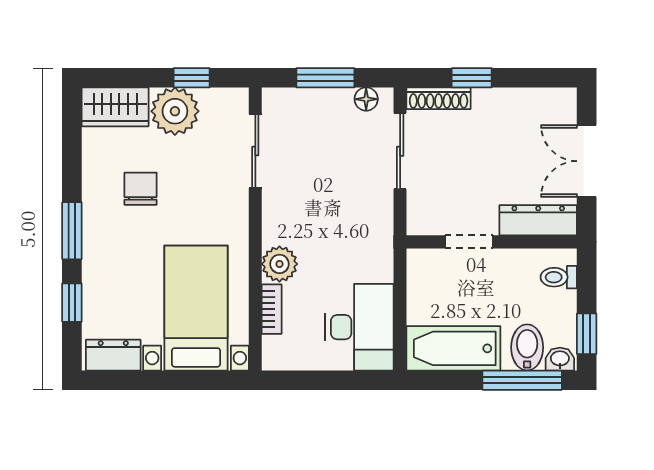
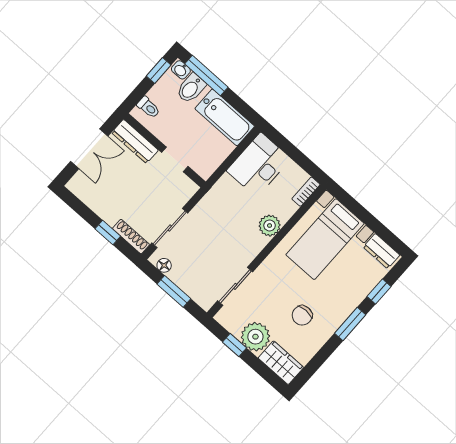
bookcase: (272, 309) -> (306, 192), moved

